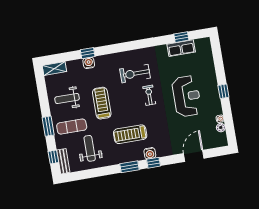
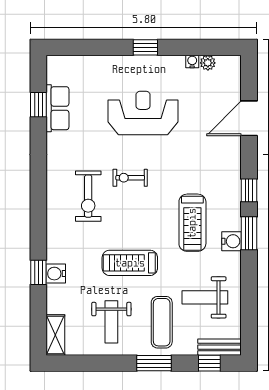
water cooler: (150, 153) -> (231, 241), moved
door: (194, 156) -> (249, 118), hinge flipped

